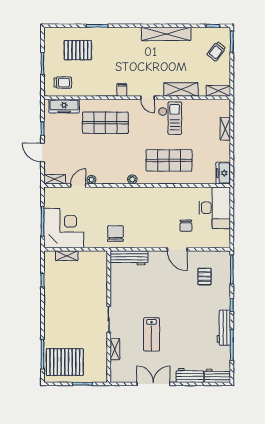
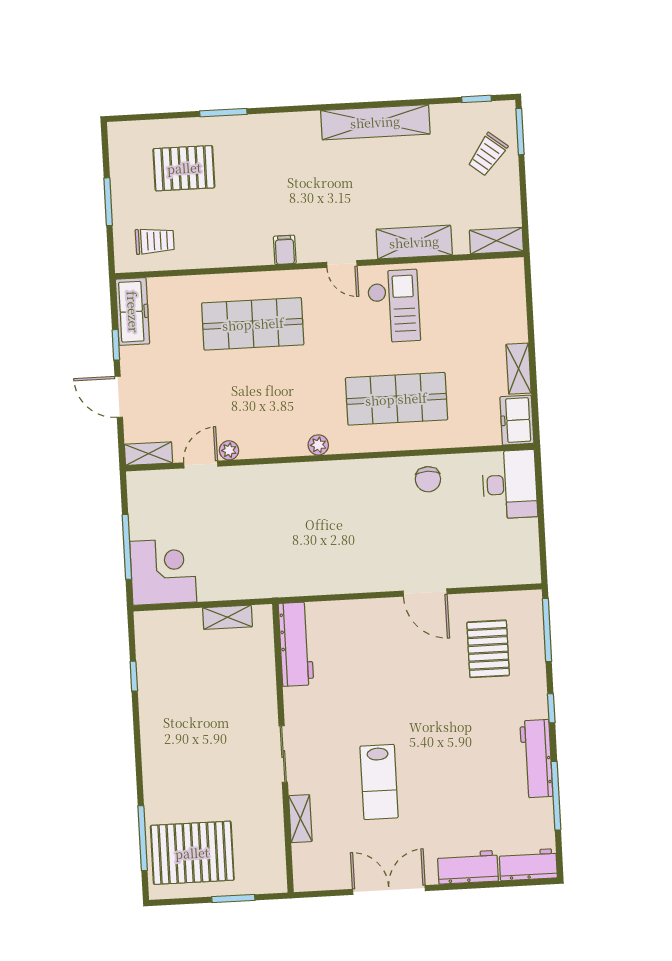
freezer: (64, 106) -> (133, 312), moved, turned -90
shelving: (225, 129) -> (519, 369), moved
desk: (215, 208) -> (510, 484), width x0.73, depth x0.77
chair: (186, 226) -> (428, 479), moved
corner desk: (64, 228) -> (163, 572), width x0.74, depth x0.74
chair: (115, 234) -> (288, 565), removed
shelving: (67, 256) -> (227, 617), moved
workbench: (129, 258) -> (296, 644), moved, turned -90
pallet: (205, 277) -> (488, 649), width x1.50, depth x1.42

